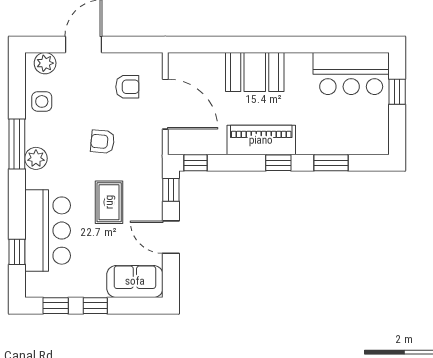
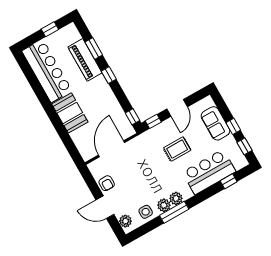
bar counter: (351, 74) -> (47, 71), width x1.36
armchair: (127, 87) -> (107, 183), moved, turned 180
window: (397, 92) -> (50, 29), moved
plant: (36, 134) -> (164, 205), added
piano: (261, 140) -> (85, 60), moved
armchair: (103, 142) -> (148, 170), removed
sofa: (135, 281) -> (215, 123), moved

